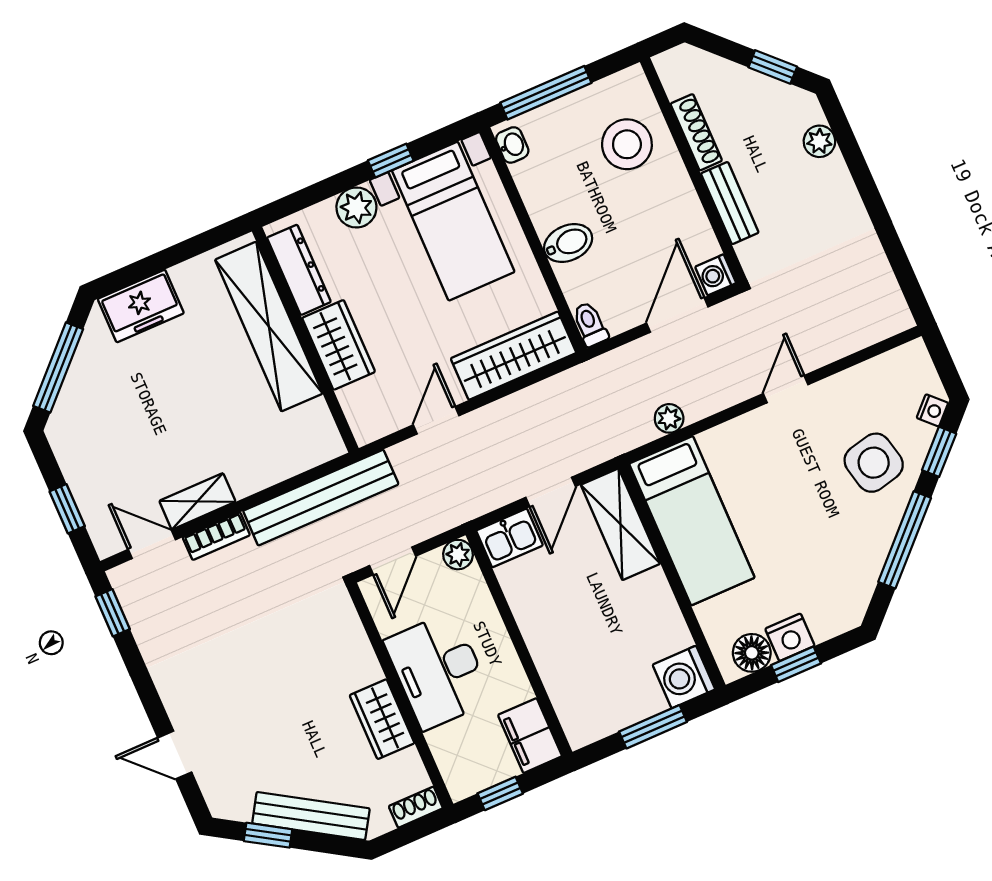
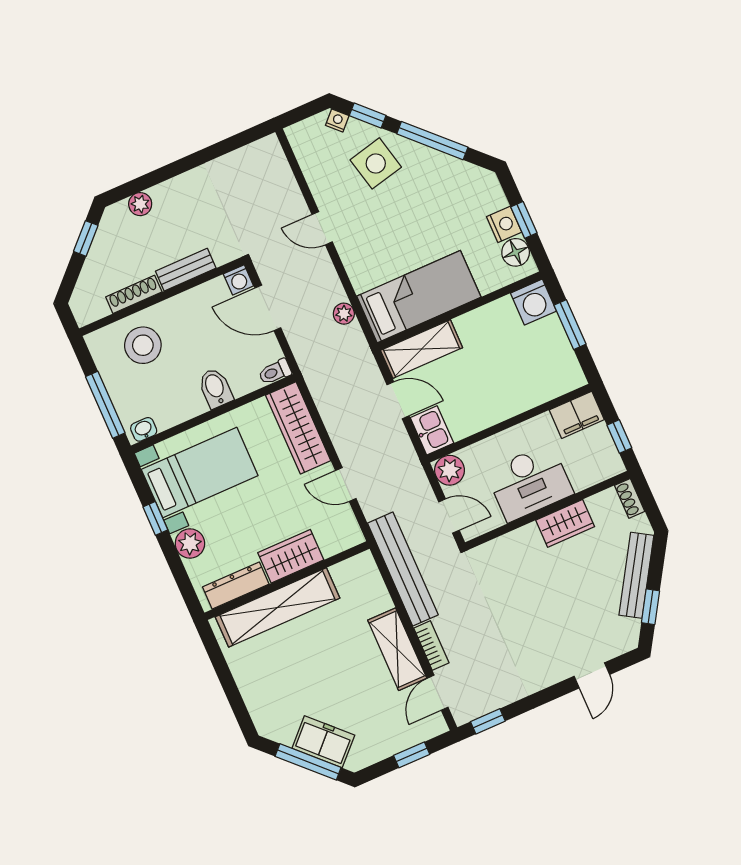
freezer: (141, 306) -> (323, 742), moved, turned -45
shelving: (197, 501) -> (397, 649), width x1.50, depth x1.33
plant: (458, 555) -> (450, 470), width x1.38, depth x1.38

